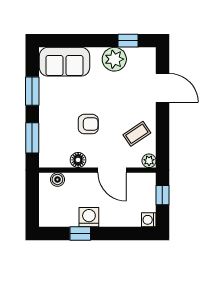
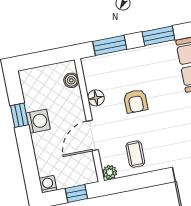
coffee table: (137, 134) -> (135, 154), turned 34

